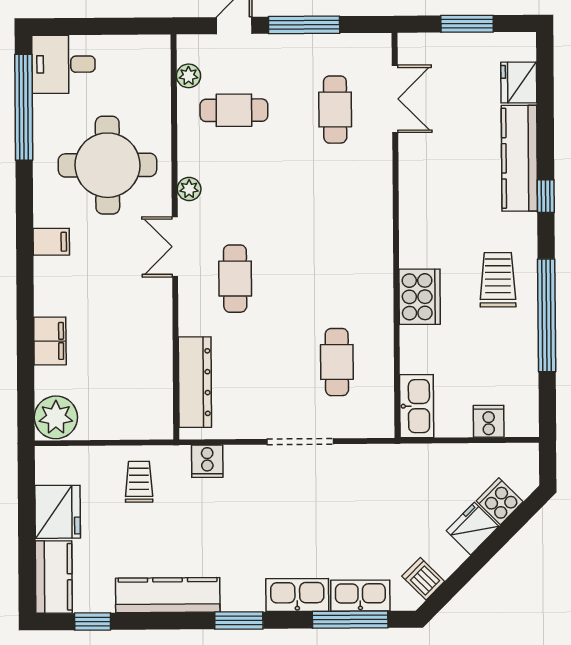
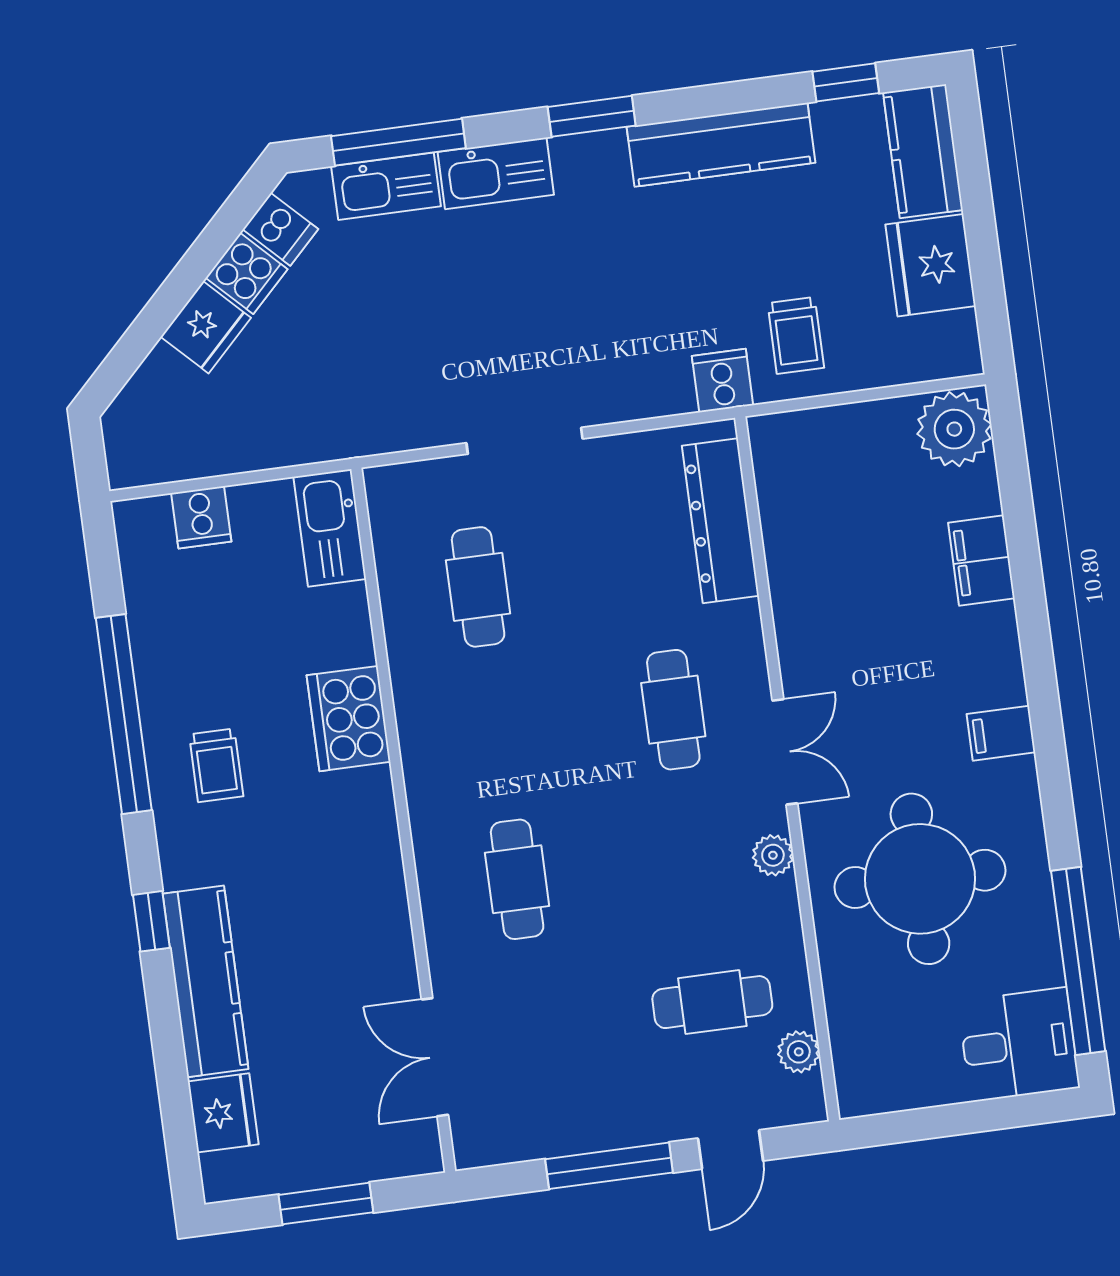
cafe table: (335, 110) -> (517, 879), moved
trolley: (498, 280) -> (216, 765), width x0.73, depth x0.72
cooker: (207, 461) -> (722, 381), moved
cooker: (500, 501) -> (247, 273), moved

